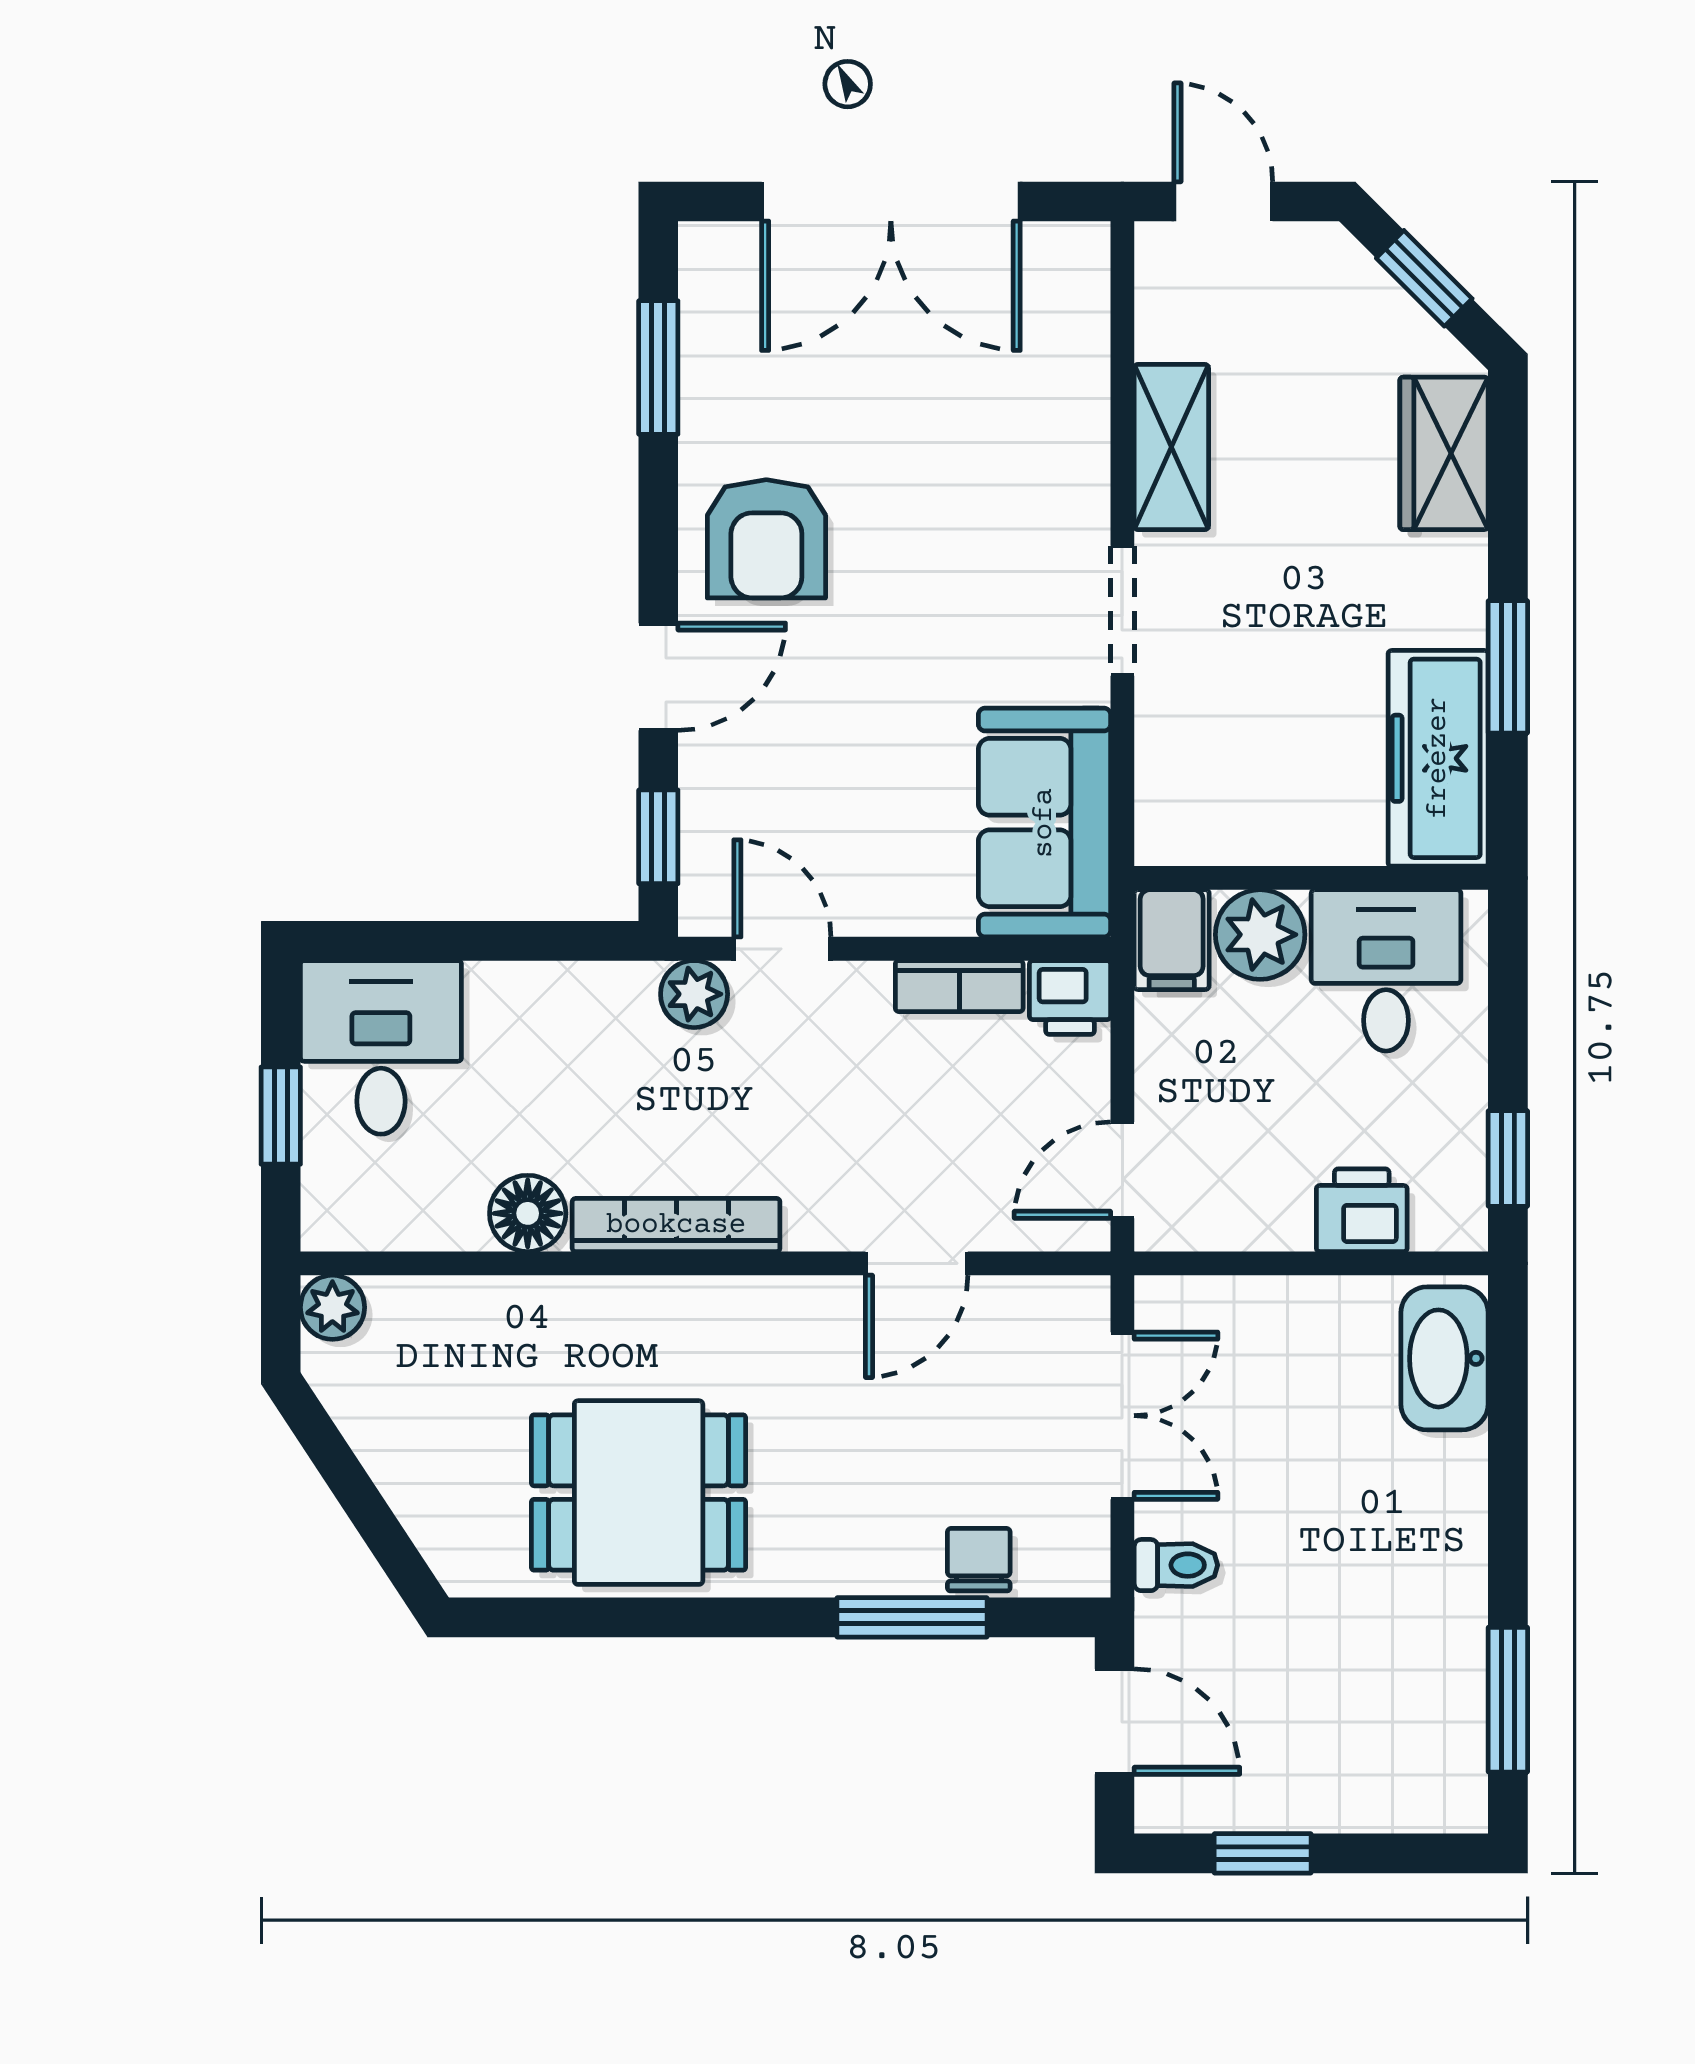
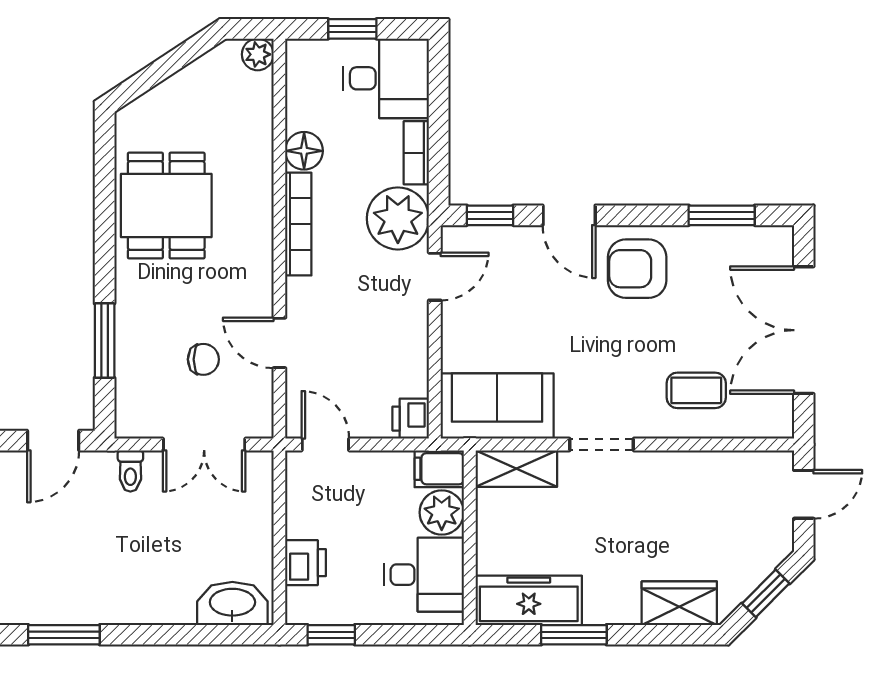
coffee table: (1013, 419) -> (696, 390), added
shelving: (1171, 447) -> (516, 469), moved
bookcase: (959, 986) -> (416, 153), moved
plant: (694, 994) -> (398, 218), width x1.87, depth x1.87
chair: (979, 1560) -> (203, 359), moved

